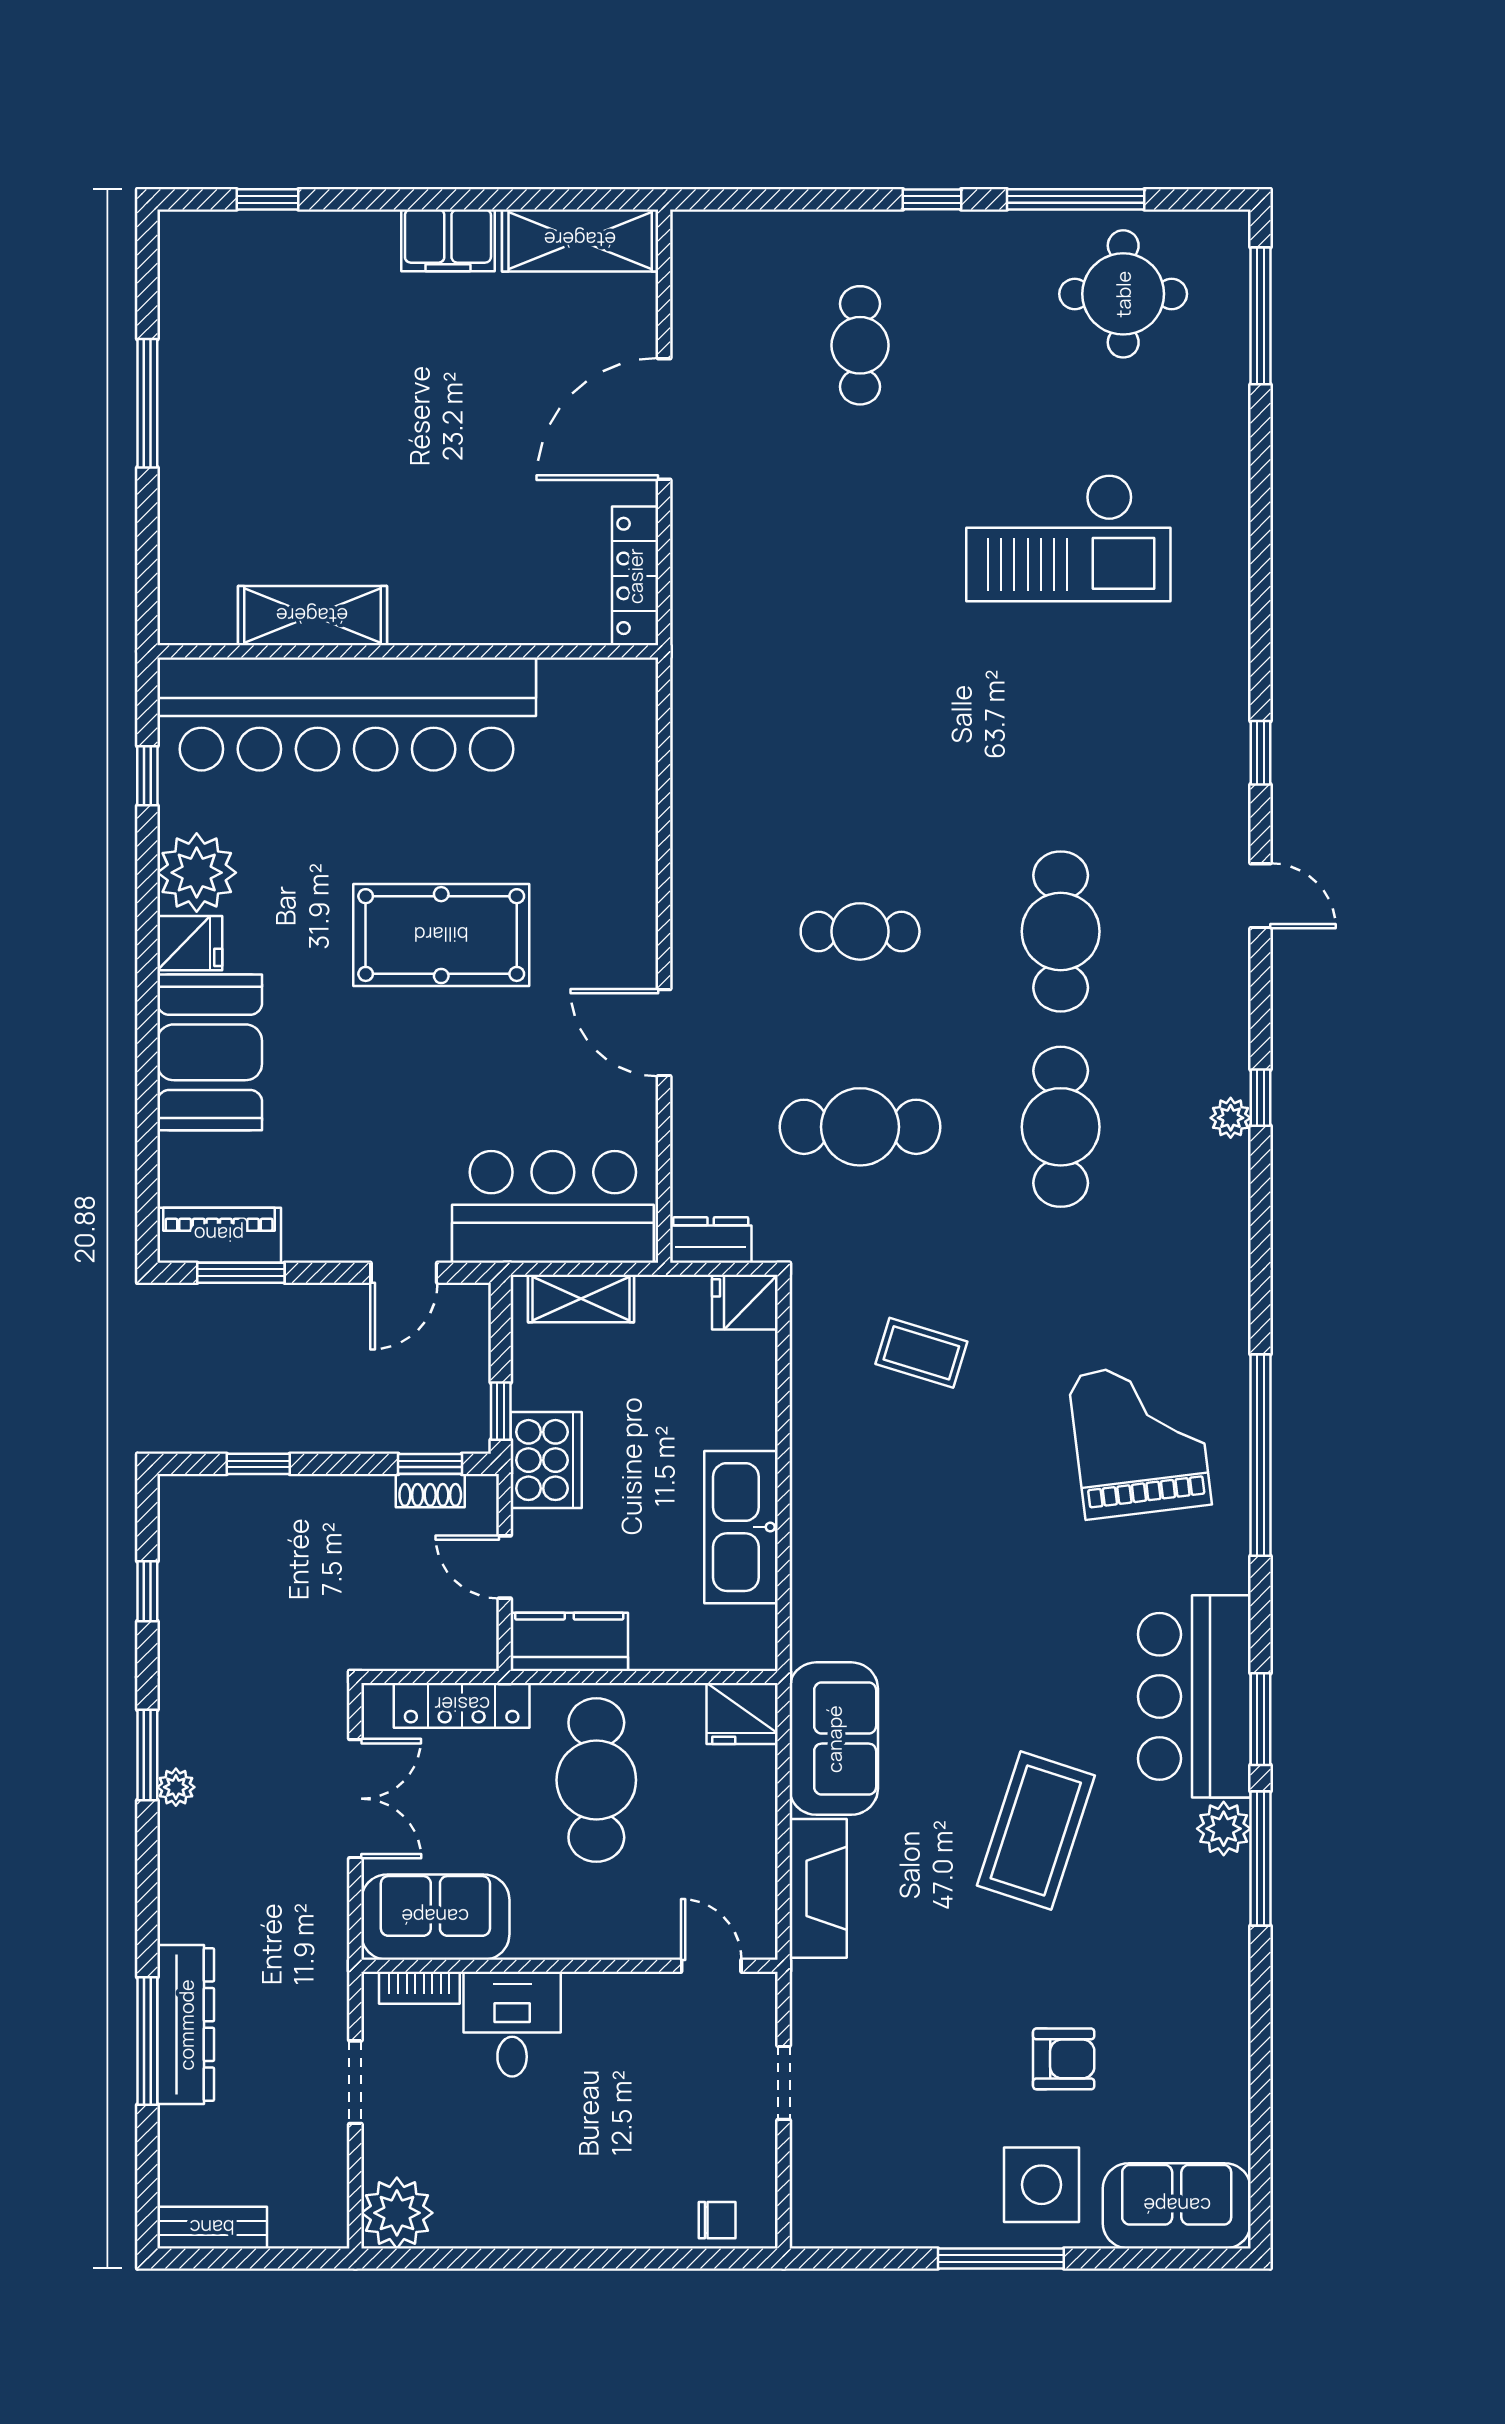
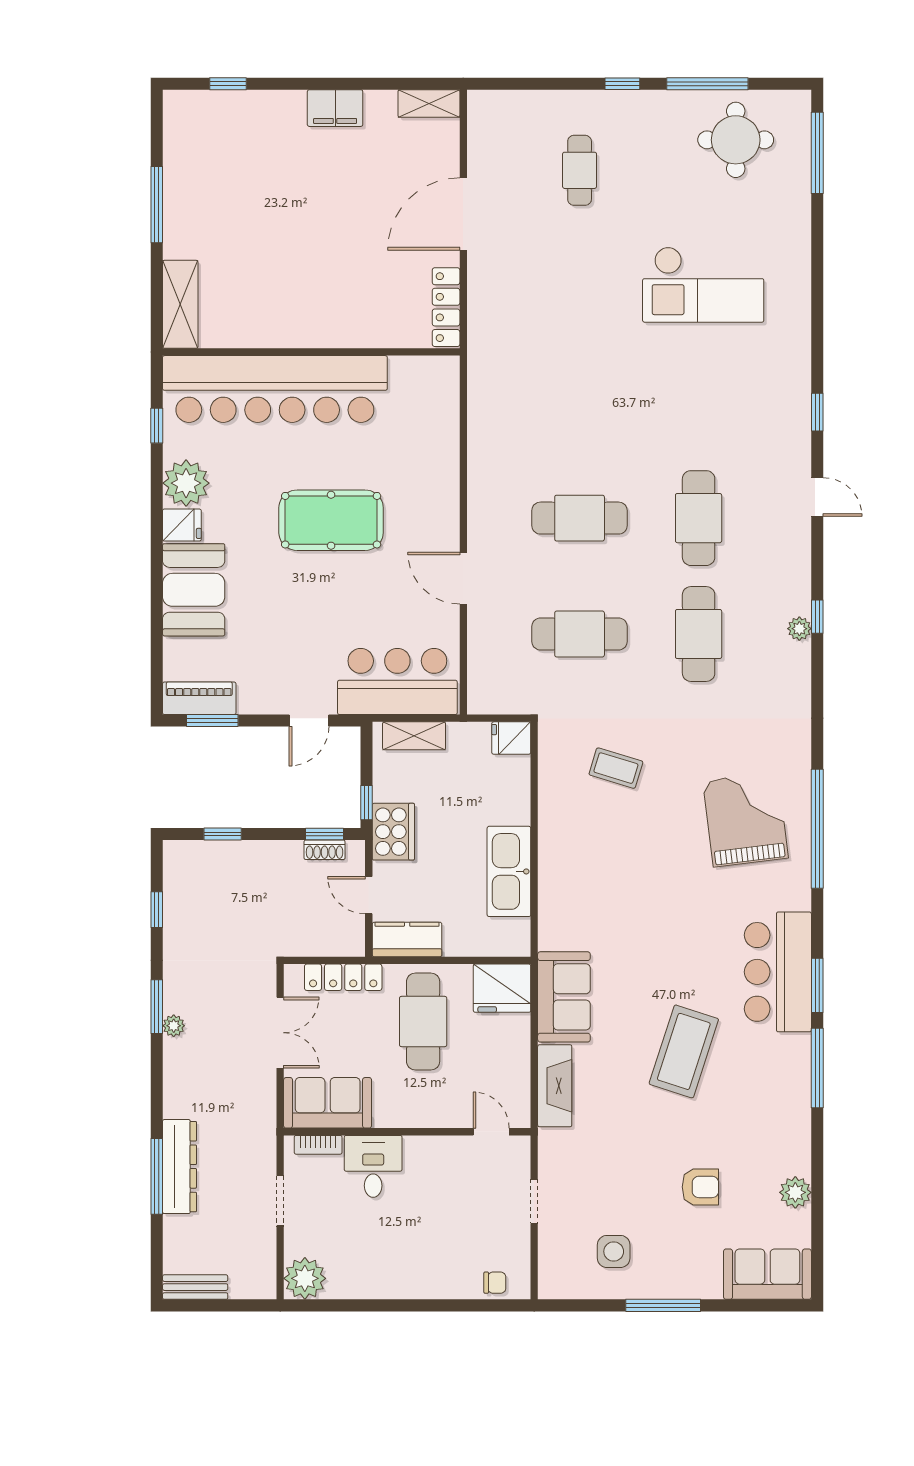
shelving: (580, 240) -> (429, 104), width x0.67, depth x0.75
shelving: (312, 616) -> (180, 304), moved, turned 90
cafe table: (860, 931) -> (580, 518), width x1.37, depth x1.35
dresser: (711, 1240) -> (491, 701), removed
fridge: (742, 1714) -> (502, 988), width x1.36, depth x1.34
plant: (1224, 1829) -> (795, 1192), moved
side table: (1042, 2185) -> (614, 1251), moved, width x0.73, depth x0.73

